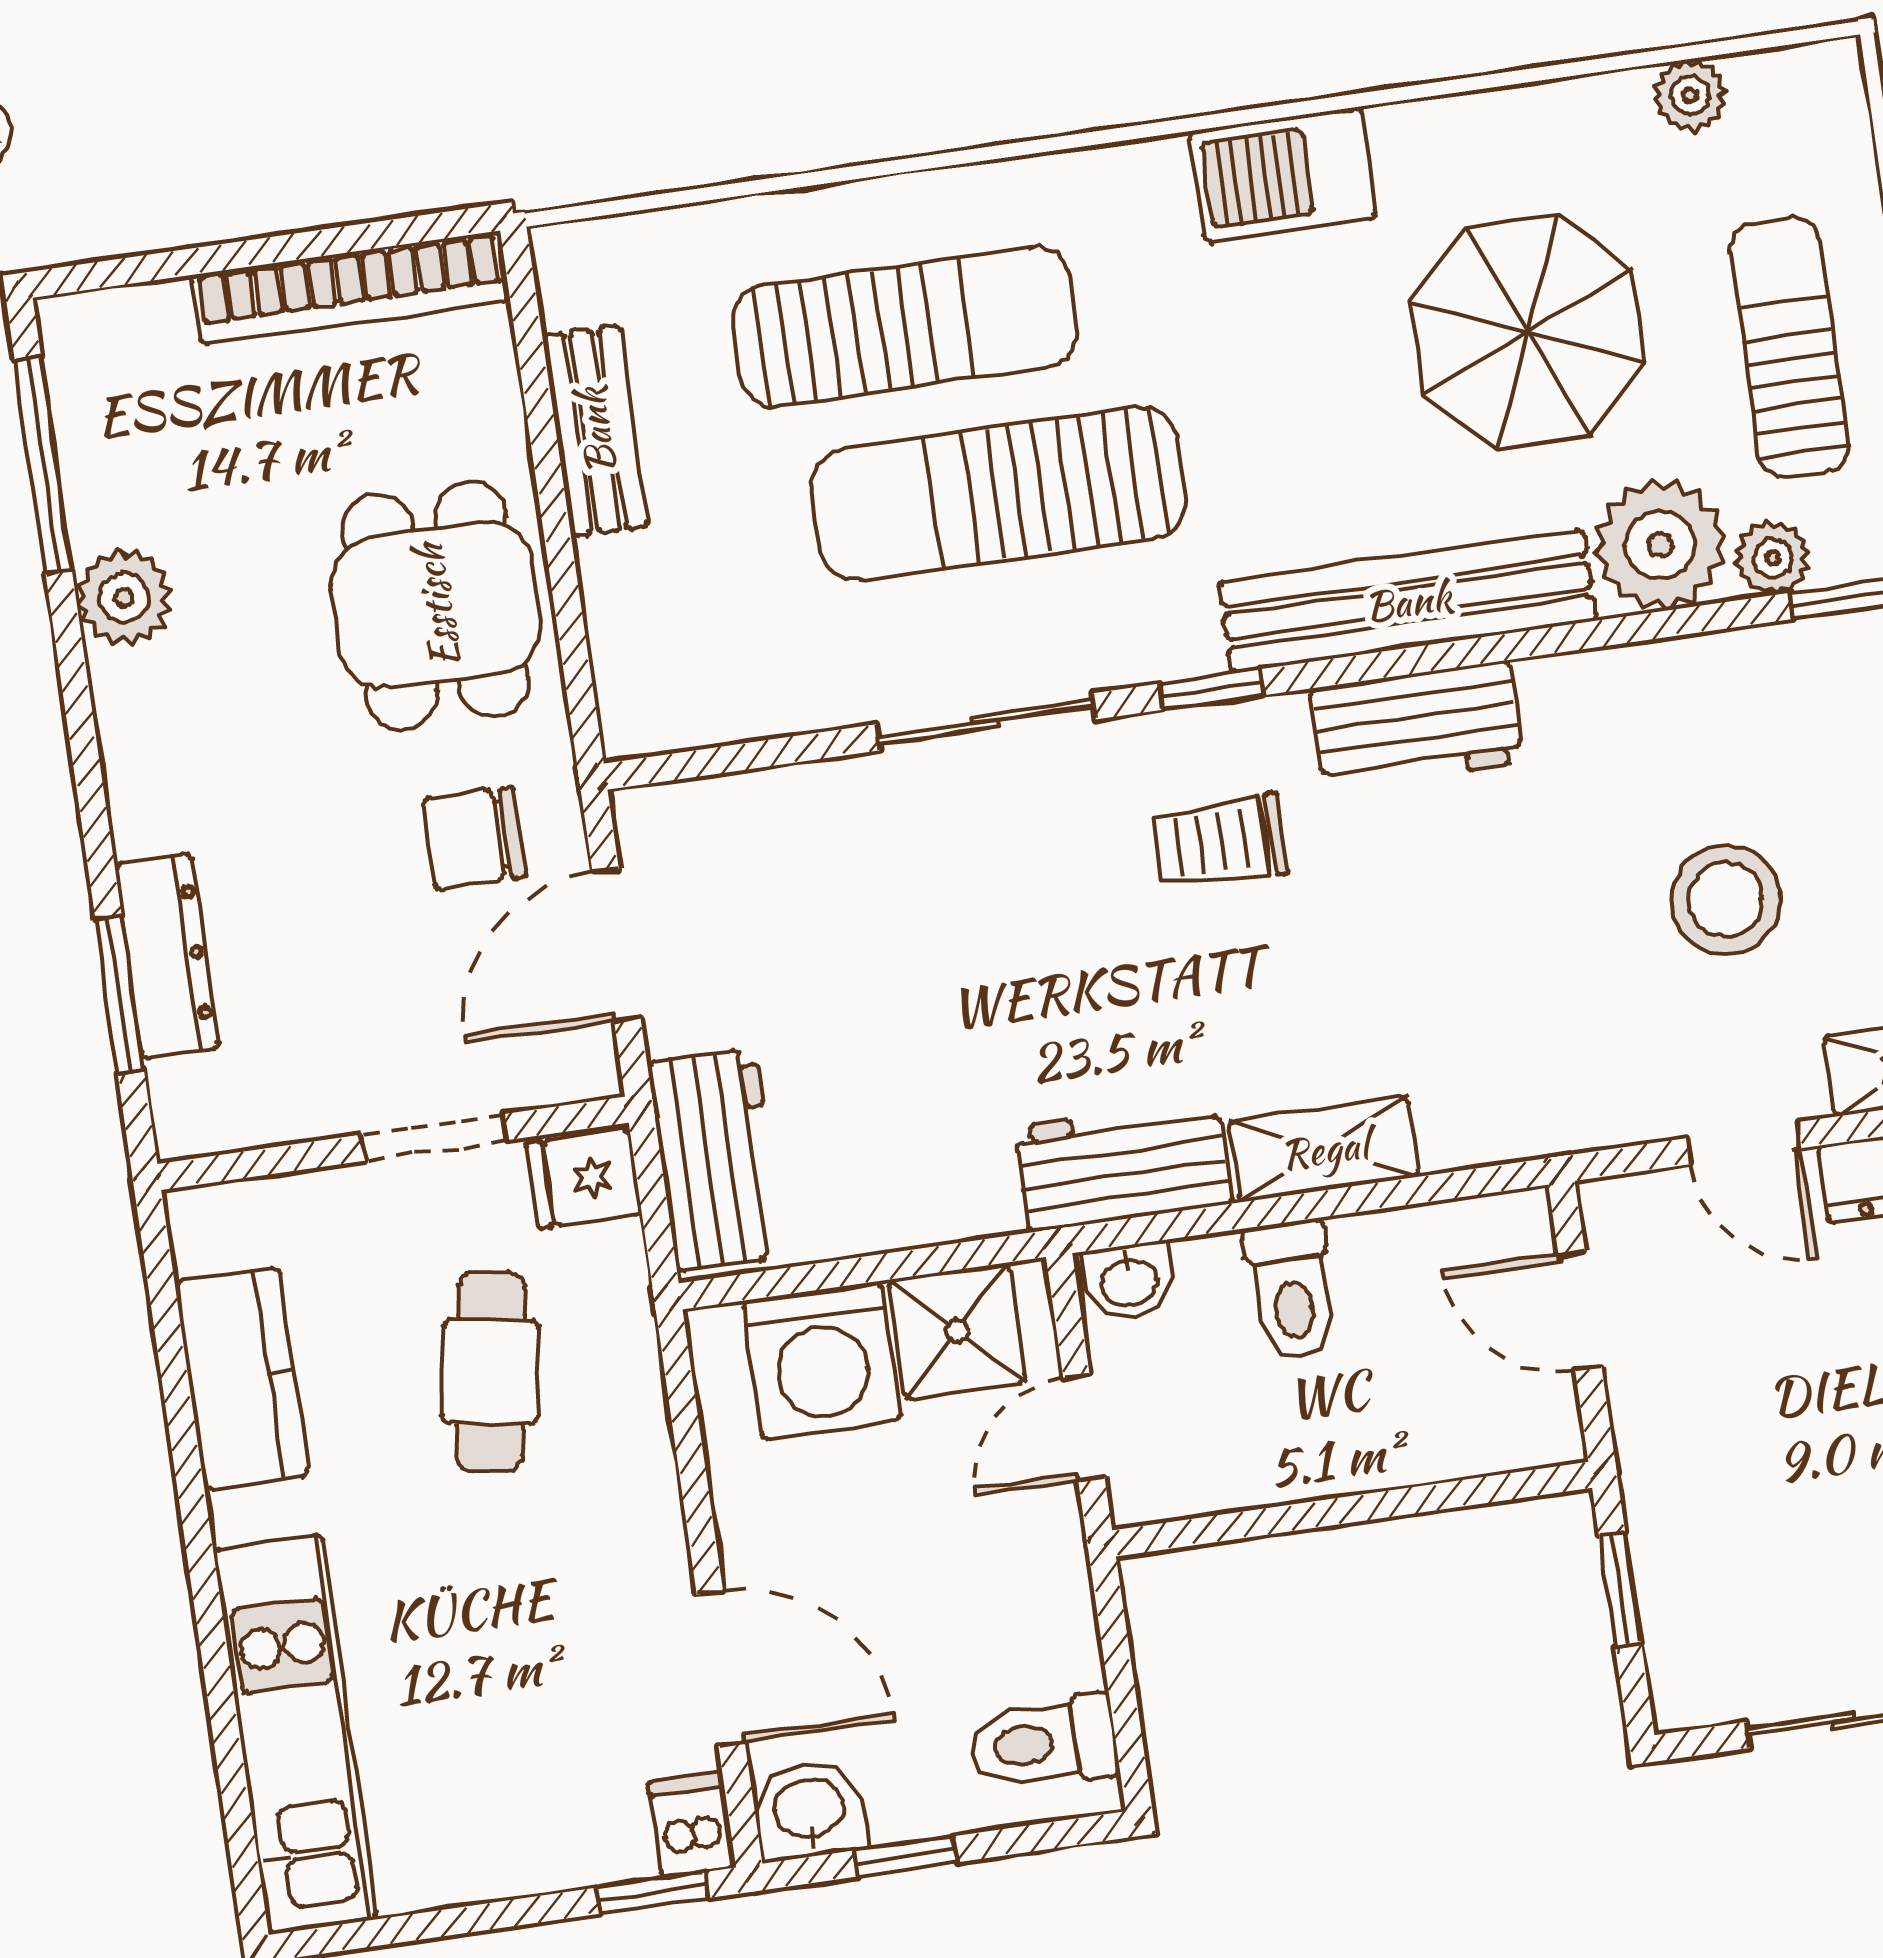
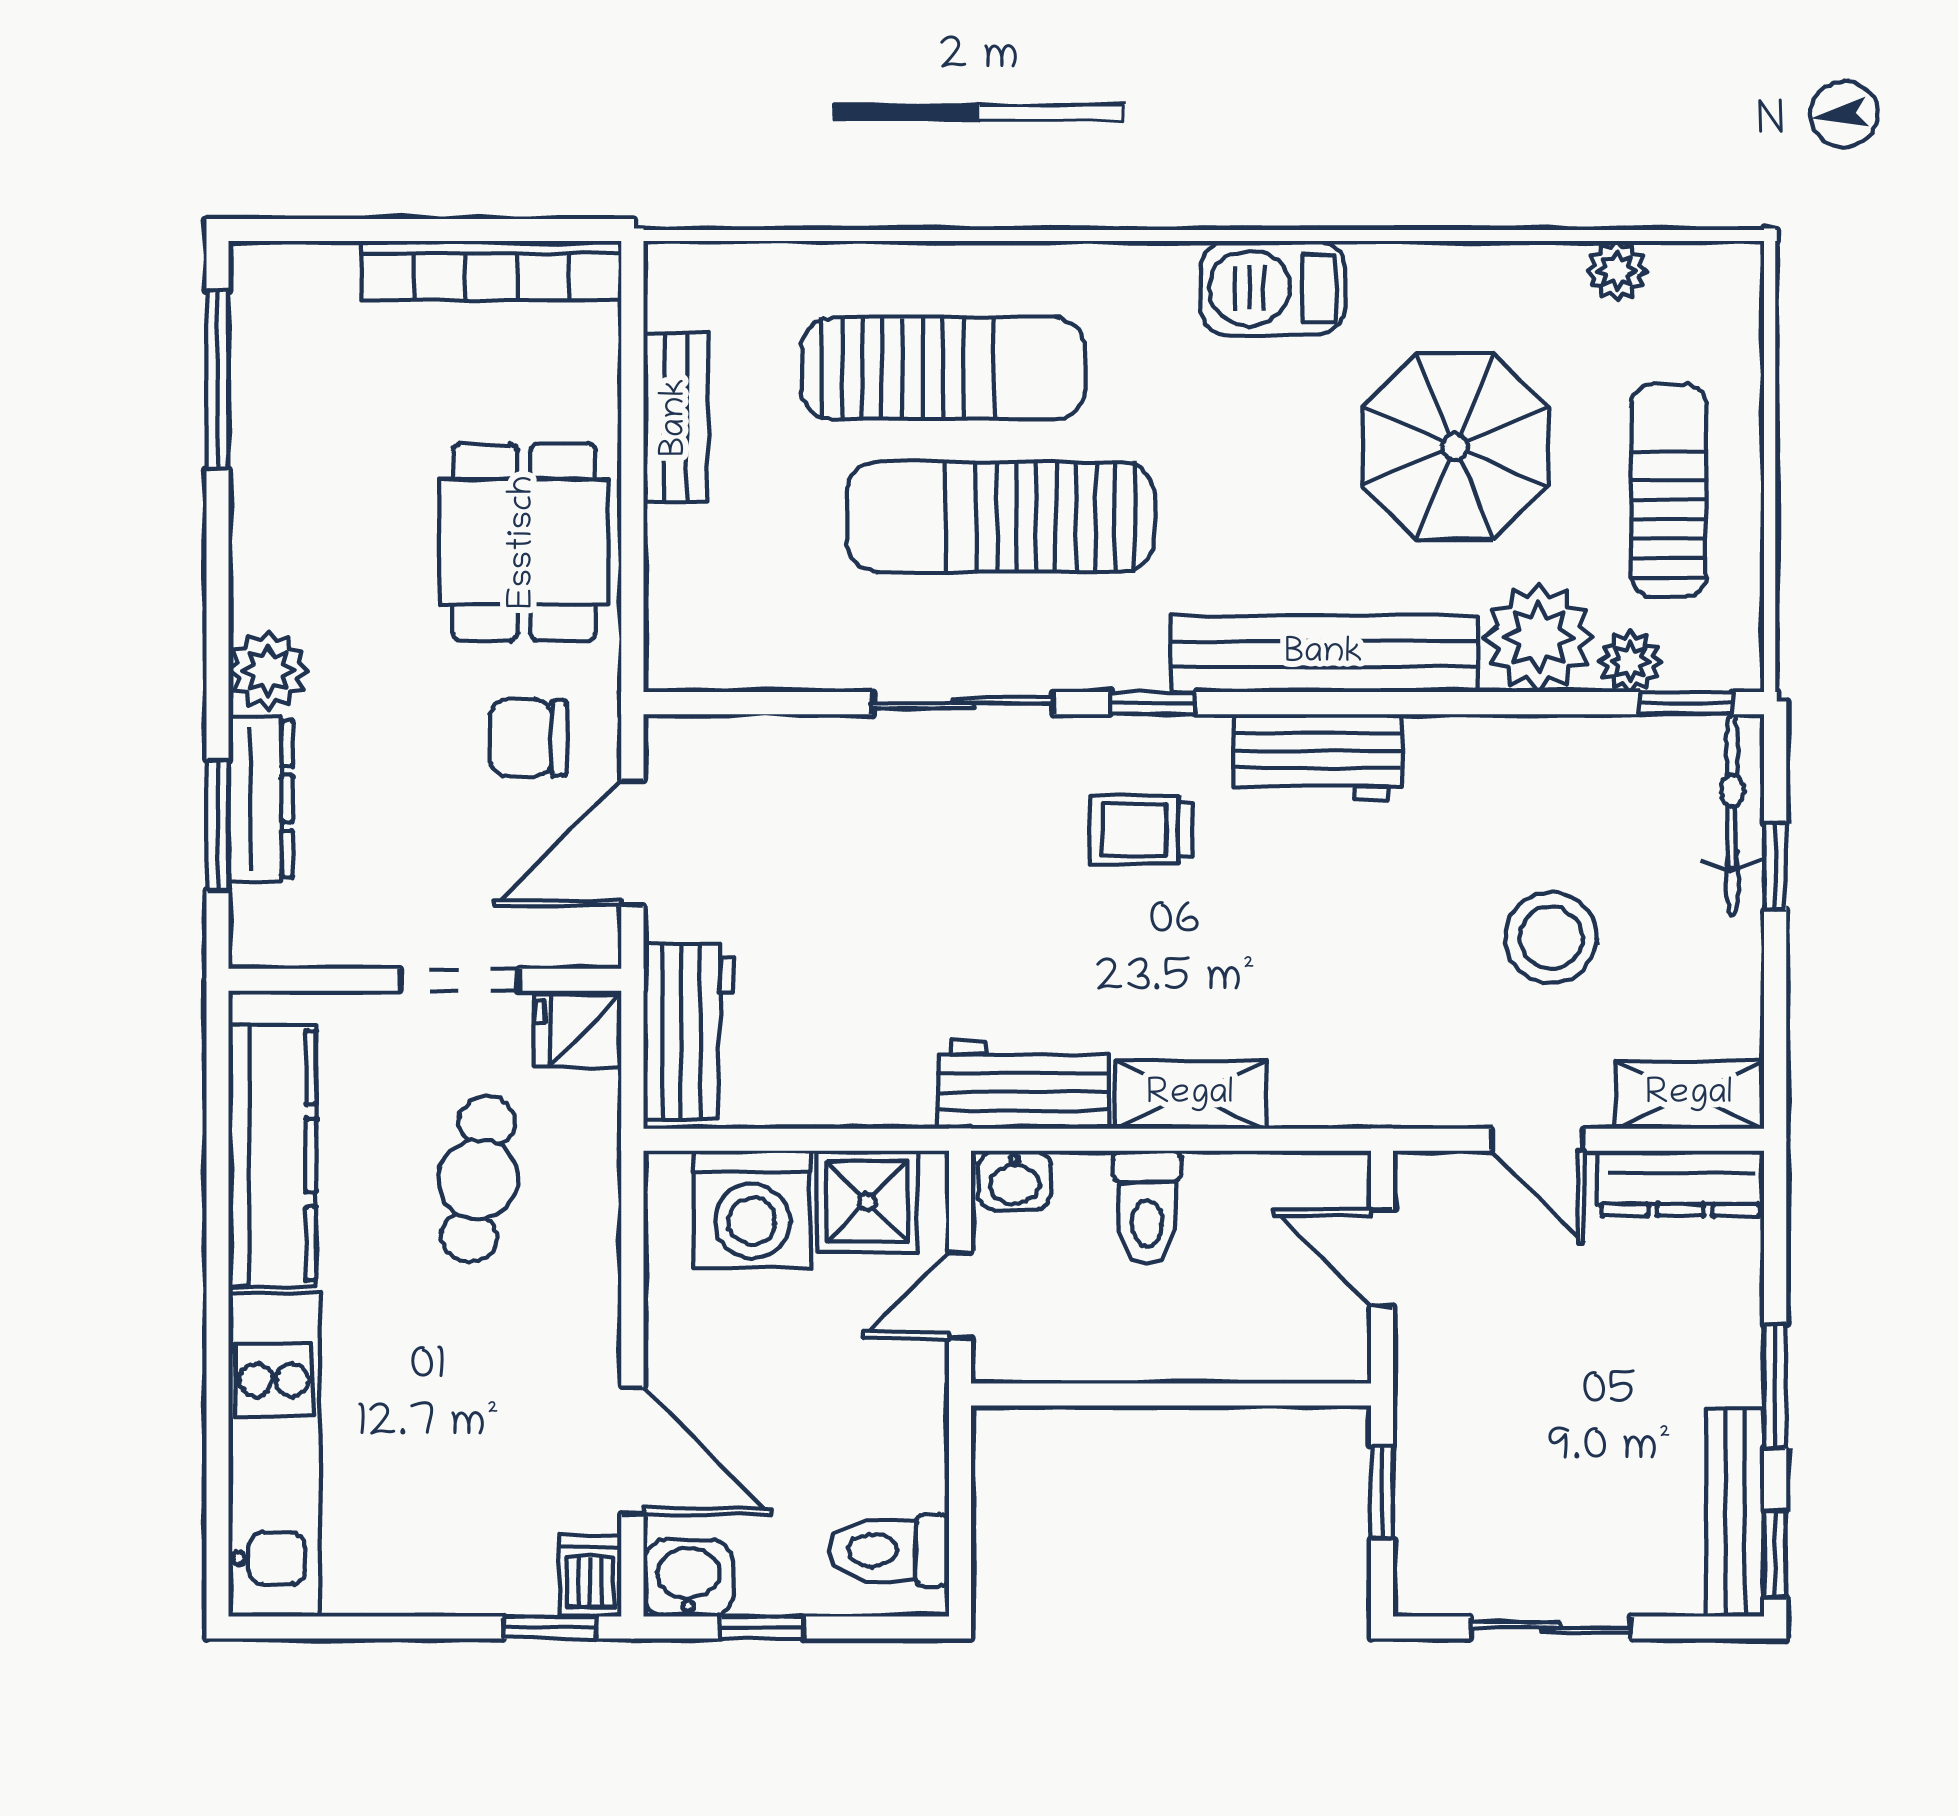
plant: (124, 598) -> (268, 671), moved
kitchen counter: (242, 1379) -> (272, 1155), width x1.50

